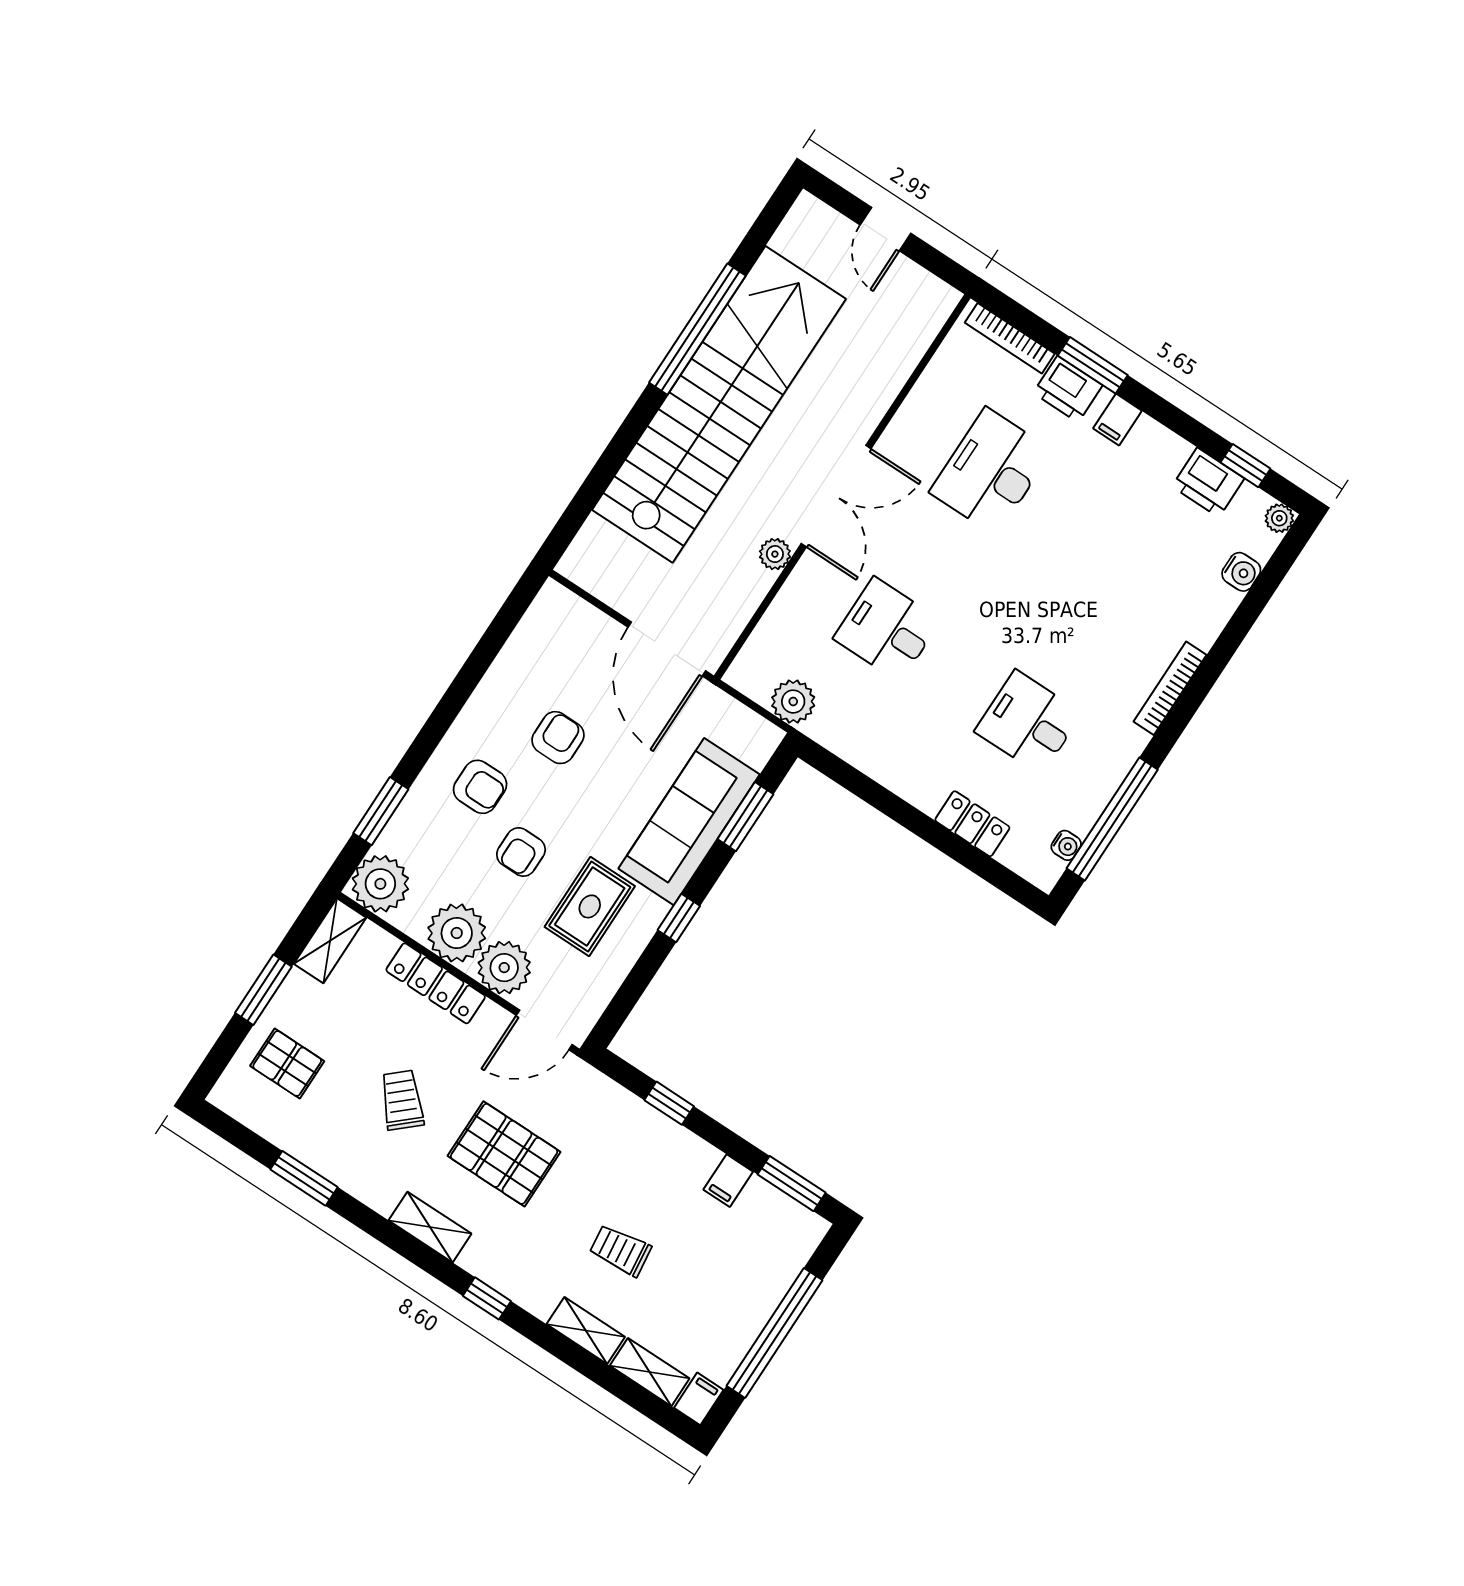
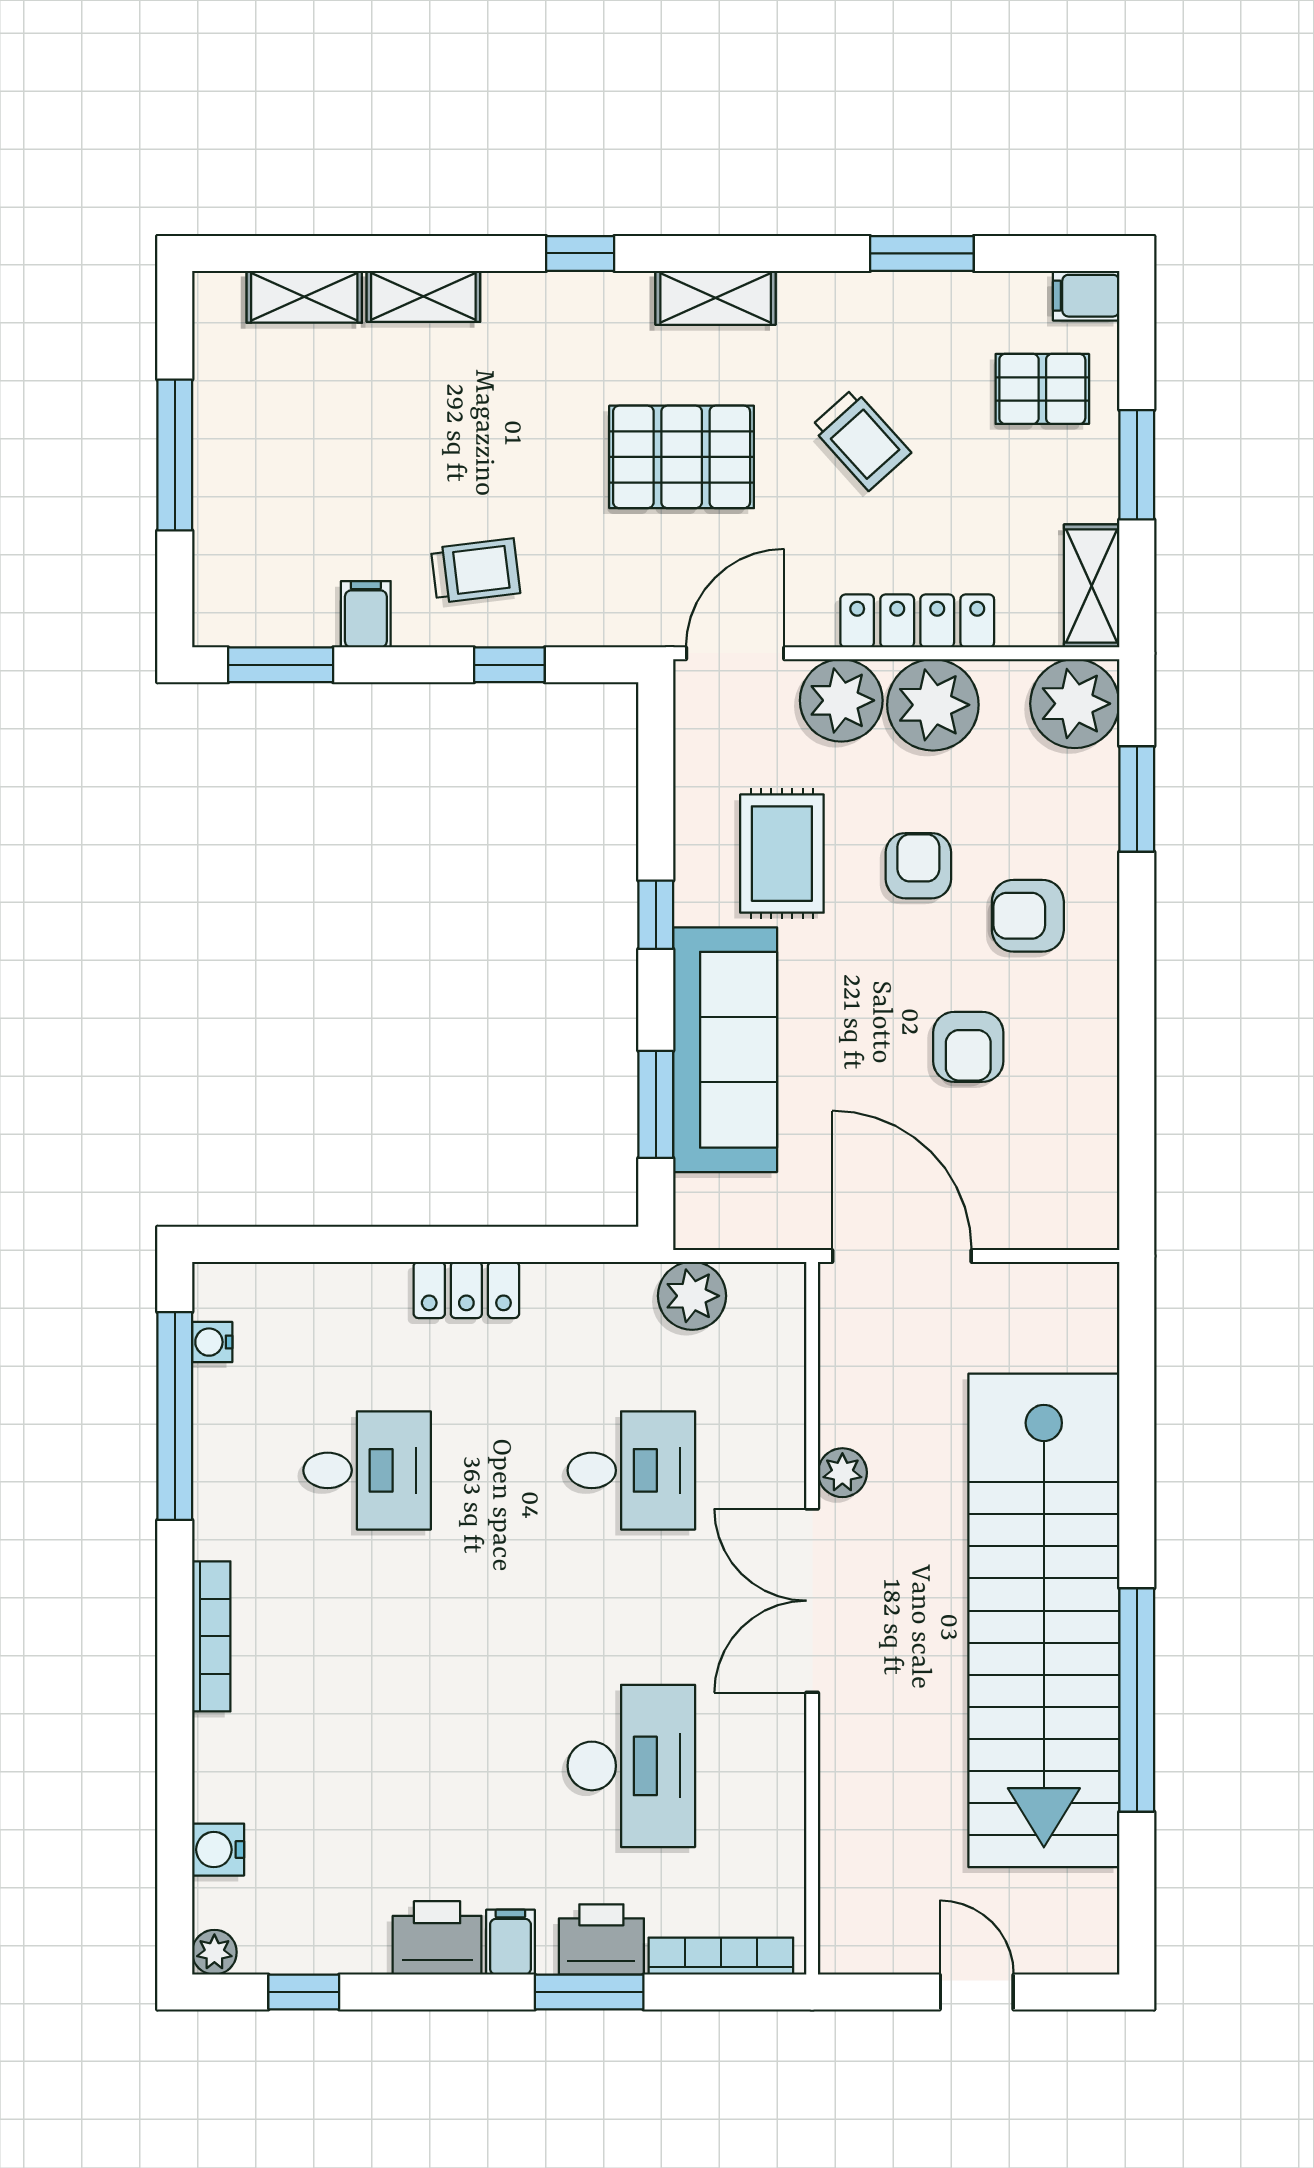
printer: (1208, 482) -> (437, 1938), moved
locker: (972, 824) -> (466, 1290), moved
trolley: (620, 1250) -> (476, 571), moved
window: (775, 1333) -> (175, 455), width x0.68
filing cabinet: (699, 1399) -> (1086, 296), moved, turned 90

